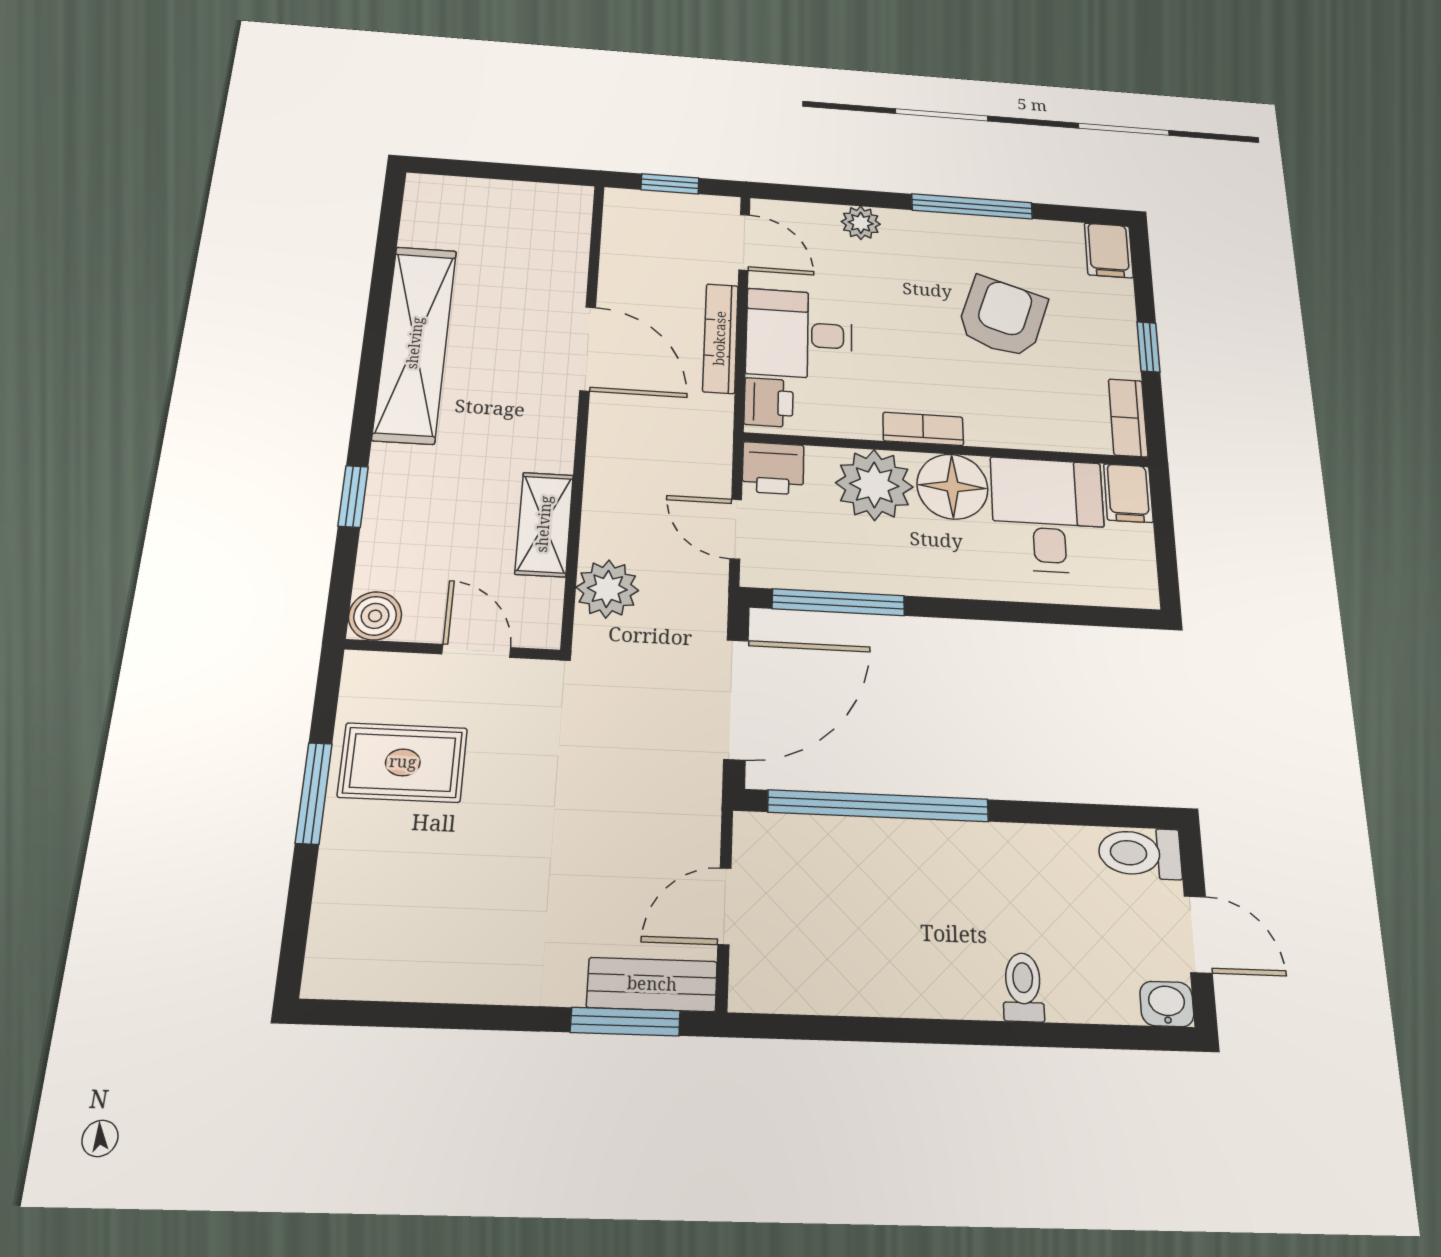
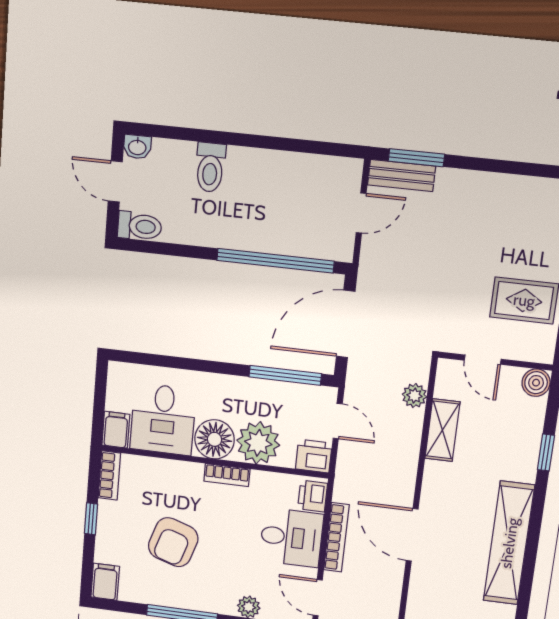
plant: (607, 589) -> (414, 396), width x0.73, depth x0.73
toilet: (1023, 987) -> (210, 167), width x1.37, depth x1.39

